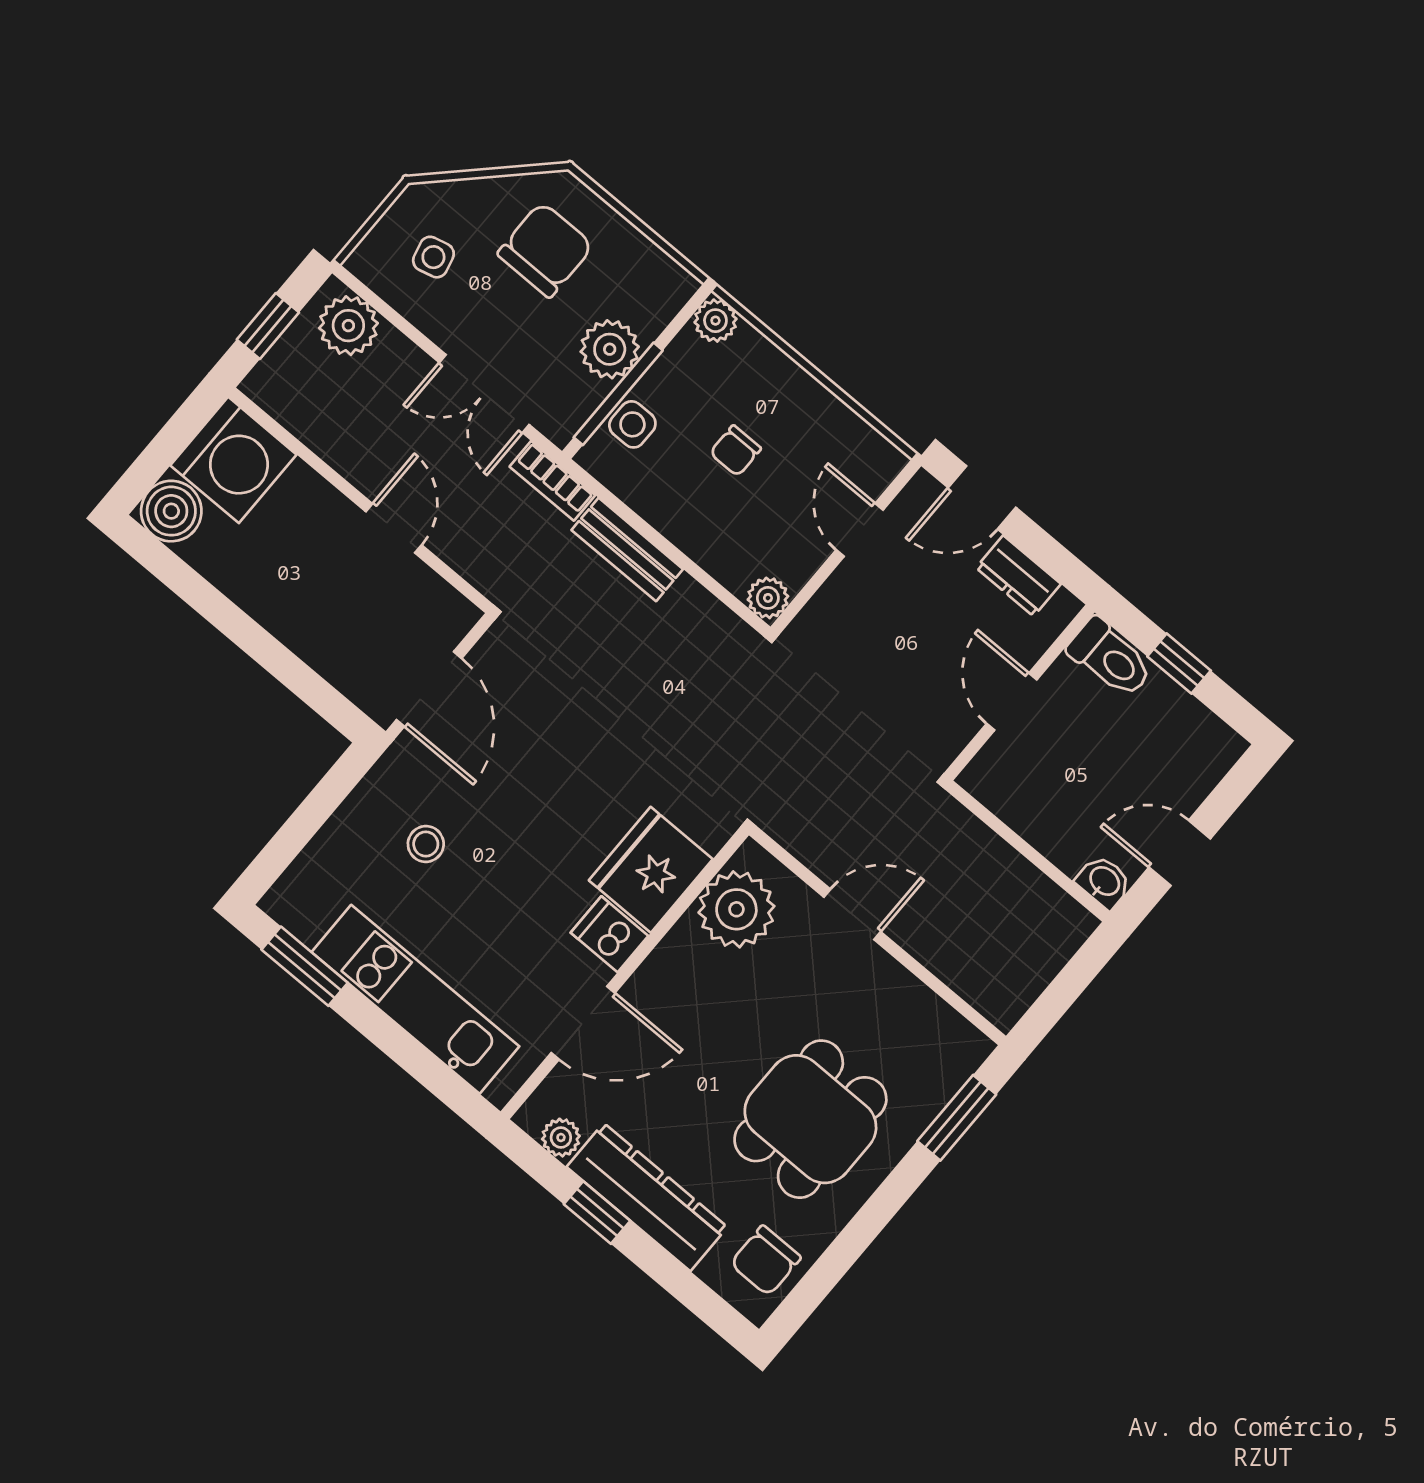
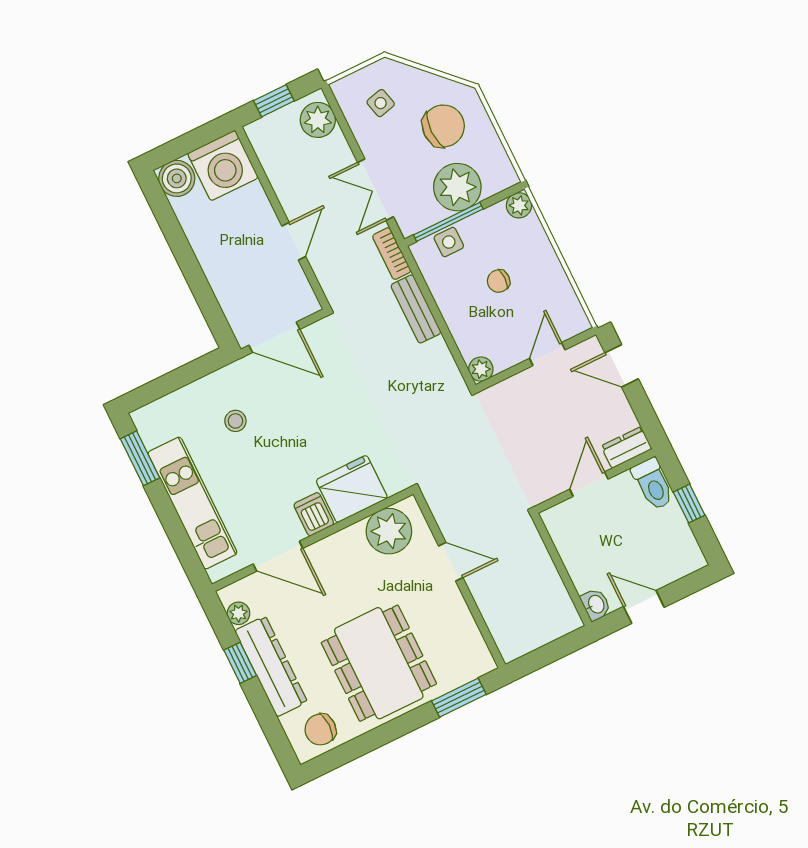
plant: (610, 349) -> (457, 187), width x1.36, depth x1.36
dresser: (1018, 576) -> (627, 448), moved, turned 90
door: (429, 689) -> (274, 337), hinge flipped
dining table: (810, 1119) -> (379, 663), width x1.38

